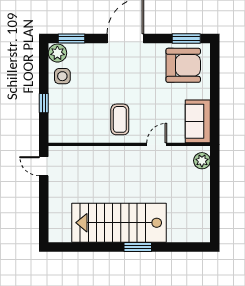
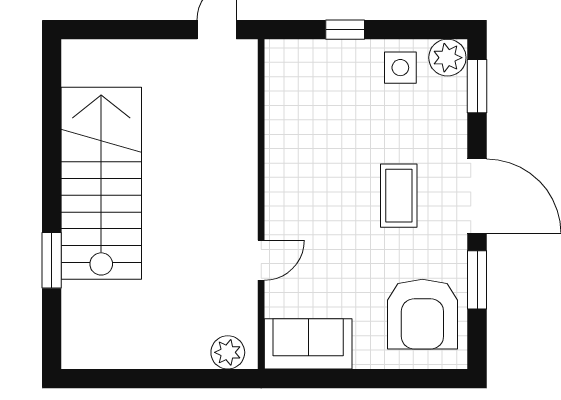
window: (186, 39) -> (477, 280), moved
coffee table: (120, 119) -> (399, 196), moved, turned 90
door: (157, 144) -> (261, 260), hinge flipped
window: (138, 247) -> (52, 260), moved

